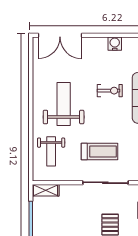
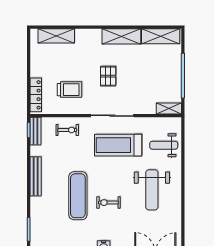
weight bench: (51, 151) -> (164, 145), turned -90
treadmill: (99, 151) -> (118, 145), width x1.37, depth x1.38

